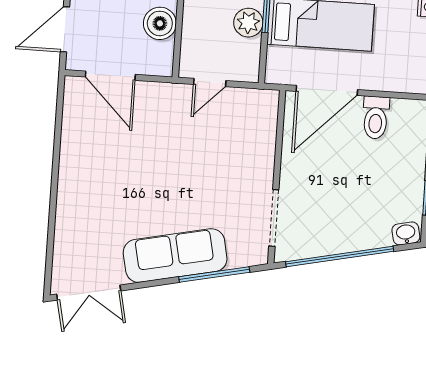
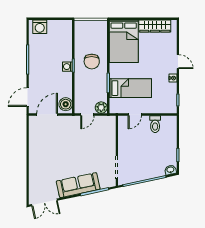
boiler: (160, 23) -> (66, 104), moved
plant: (248, 23) -> (101, 108), moved
door: (110, 76) -> (47, 115), swing flipped
door: (327, 90) -> (135, 115), width x0.53

